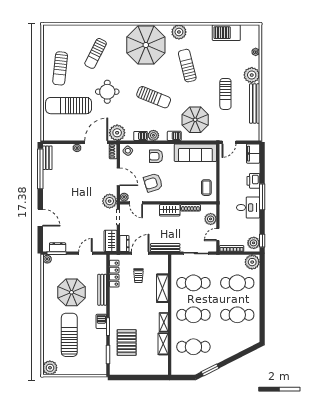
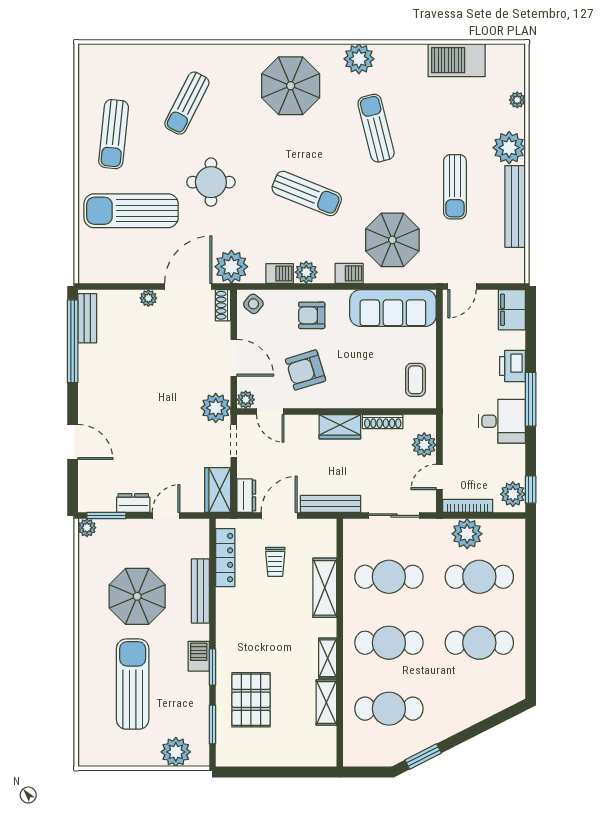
parasol: (146, 45) -> (291, 86), width x0.73, depth x0.73
dresser: (58, 247) -> (133, 503), moved
plant: (252, 262) -> (467, 534), moved
plant: (50, 368) -> (176, 752), moved

